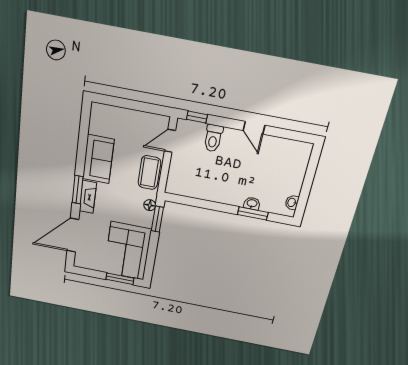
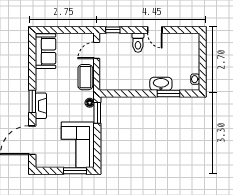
toilet: (213, 138) -> (138, 43), moved
sofa: (98, 159) -> (45, 51), moved
washbasin: (252, 204) -> (161, 84), width x1.91, depth x1.45

